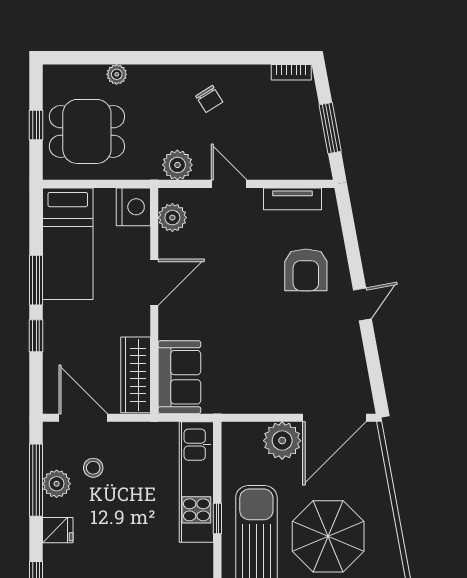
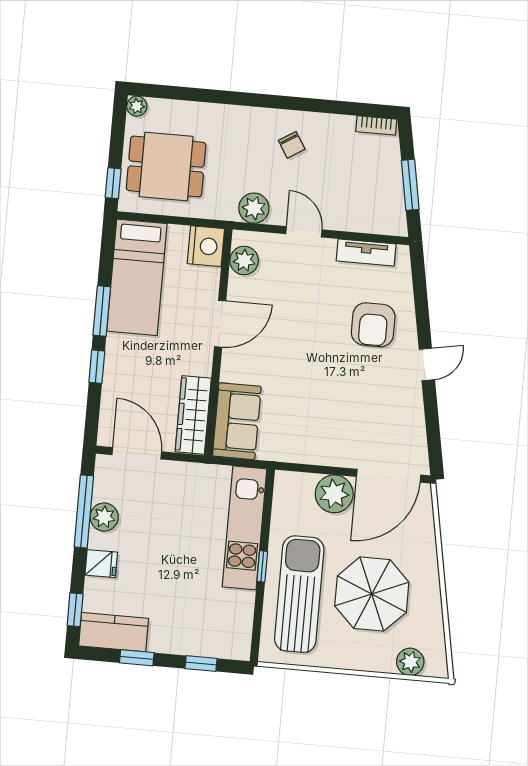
plant: (117, 74) -> (137, 106), moved
window: (36, 125) -> (113, 183), moved
stool: (93, 468) -> (142, 504), removed

